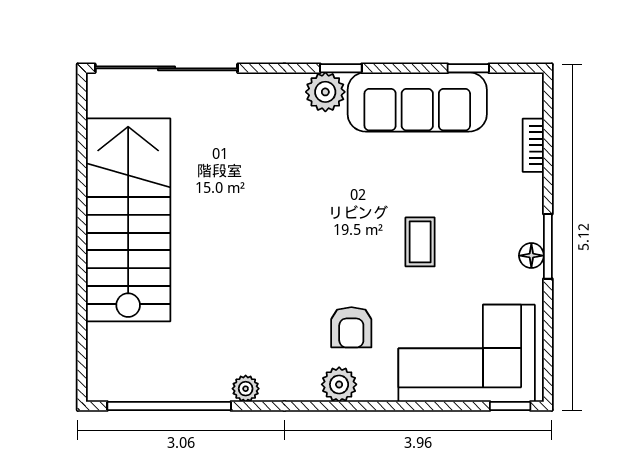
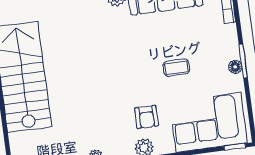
coffee table: (420, 242) -> (176, 68), turned 90

